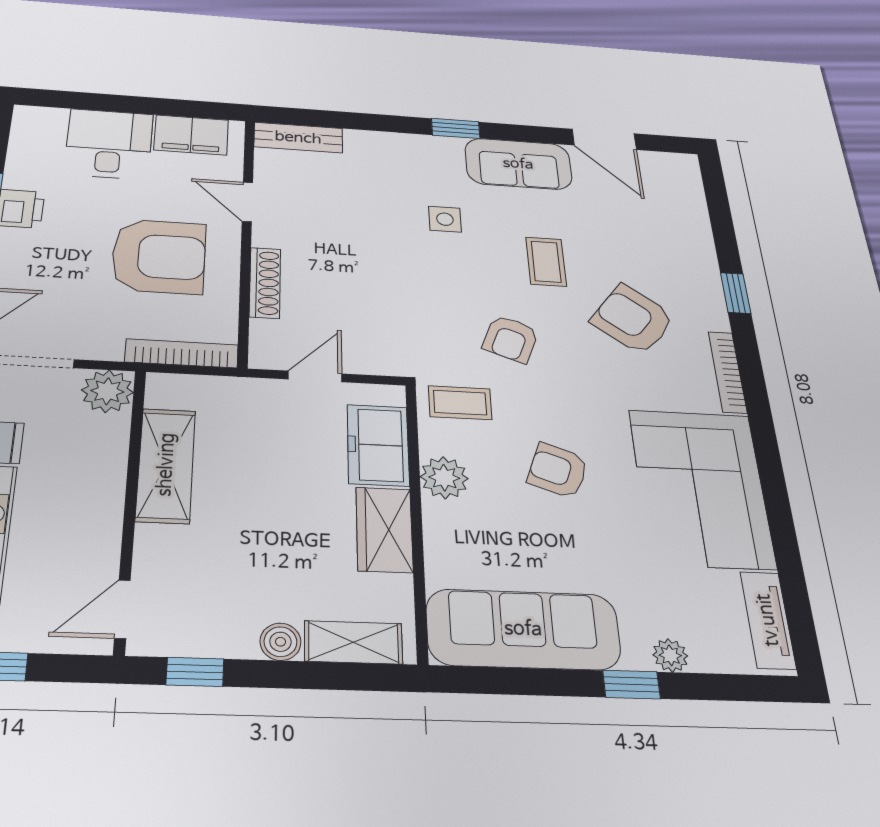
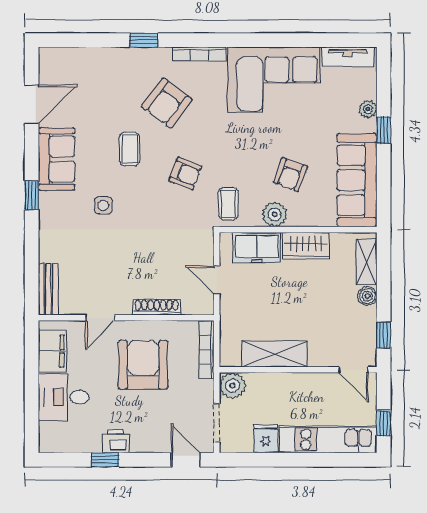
coffee table: (546, 262) -> (130, 149), turned 90
armchair: (558, 470) -> (290, 175), moved

